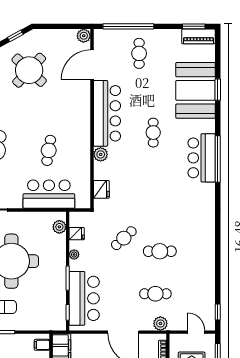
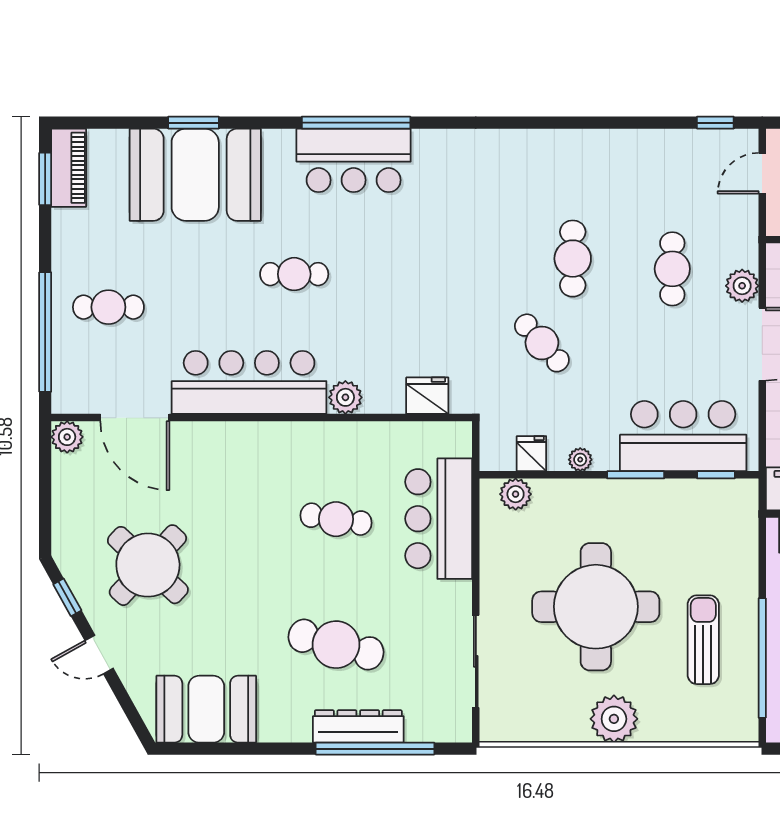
plant: (160, 323) -> (742, 286), moved

